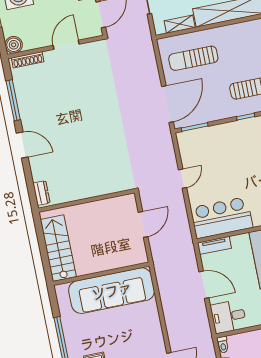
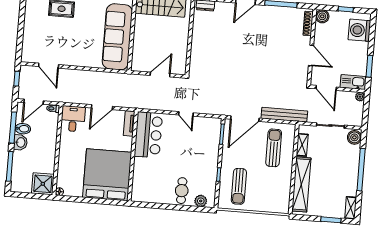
bench: (149, 57) -> (284, 115), added
door: (167, 104) -> (245, 119), hinge flipped
door: (143, 224) -> (160, 75), swing flipped

